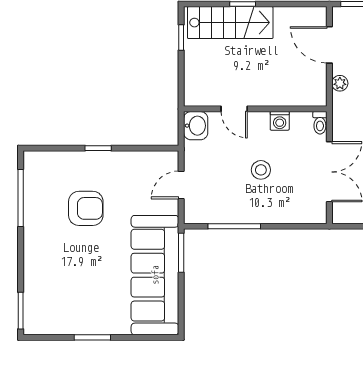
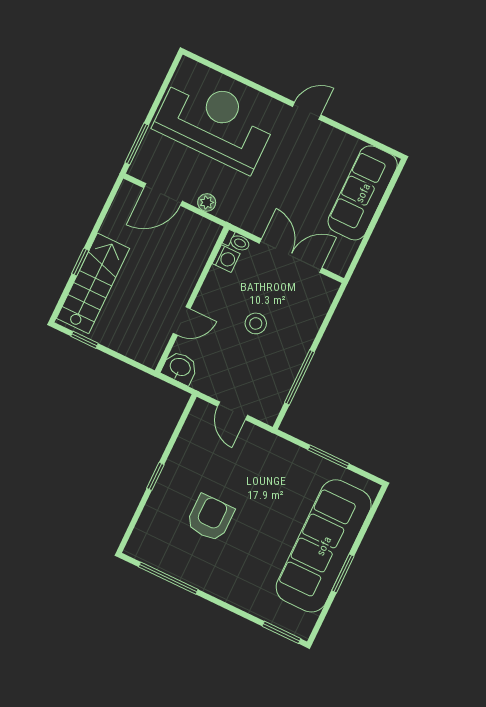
washing machine: (280, 121) -> (226, 259), moved
window: (181, 253) -> (329, 457), moved
sofa: (155, 275) -> (324, 546), moved, turned 90

